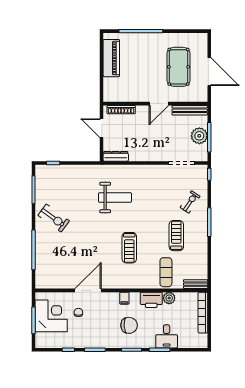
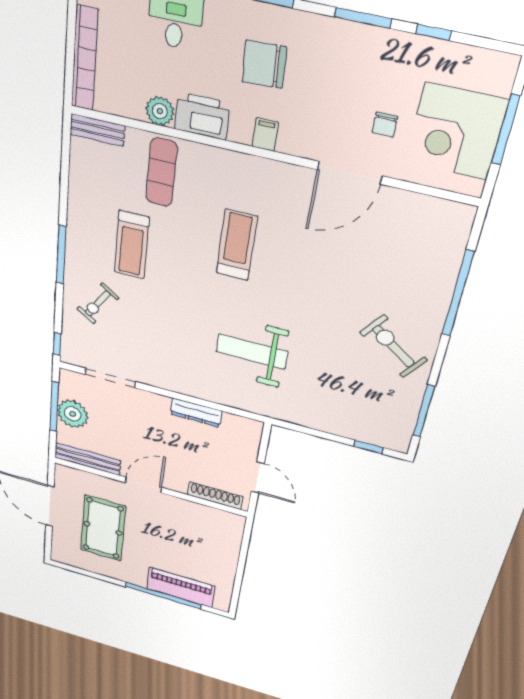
piano: (111, 58) -> (181, 587), moved, turned 90
dresser: (116, 156) -> (196, 412), moved

